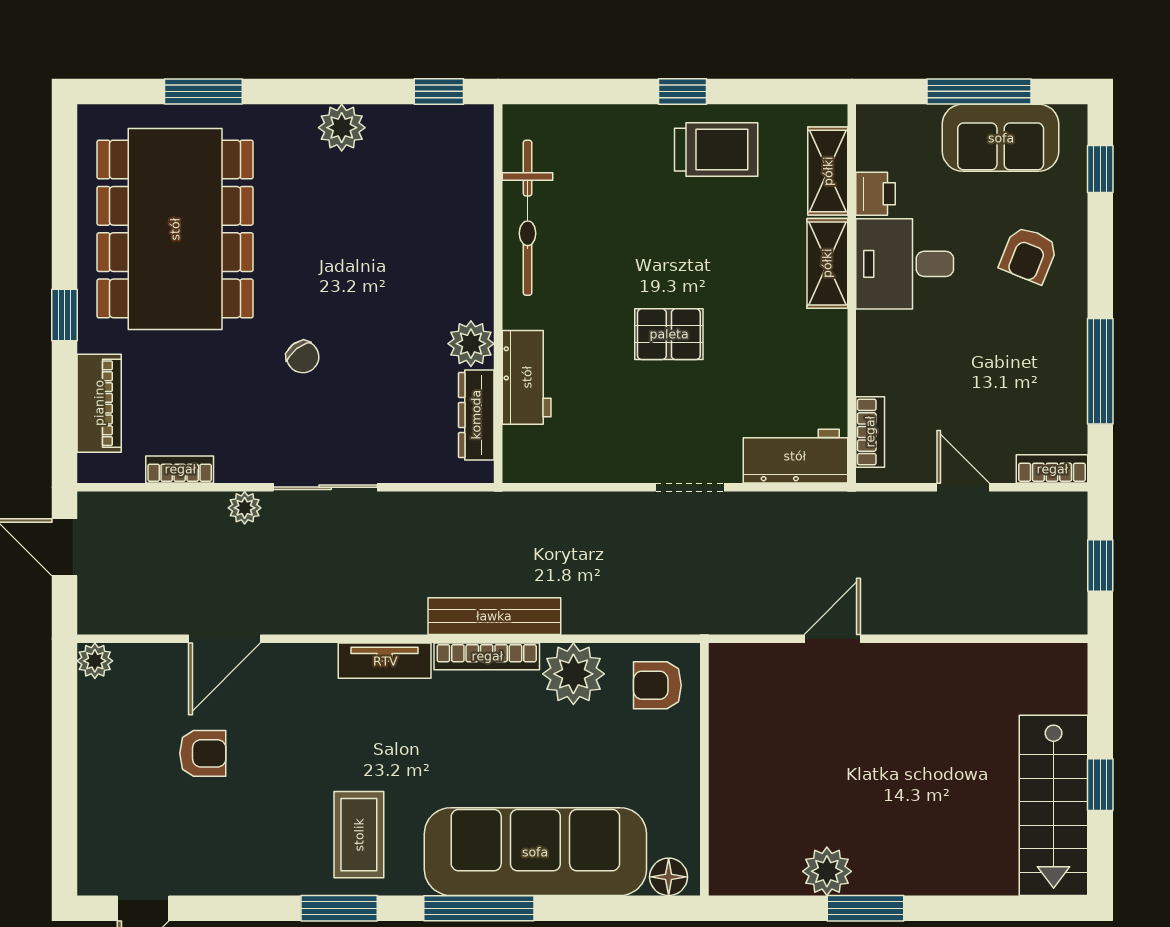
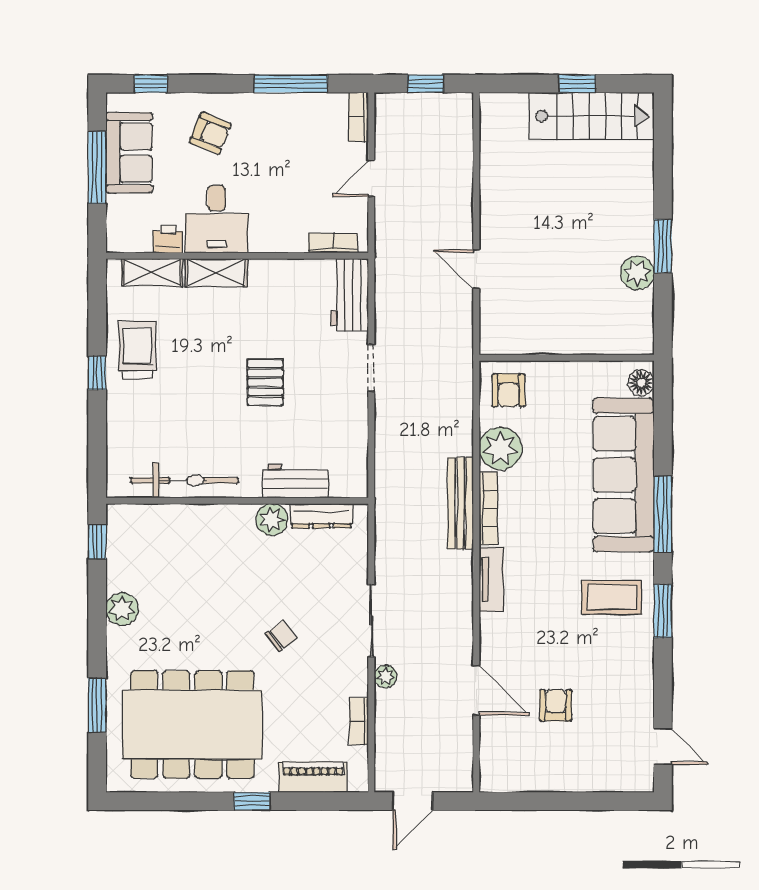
plant: (95, 661) -> (491, 780), removed

